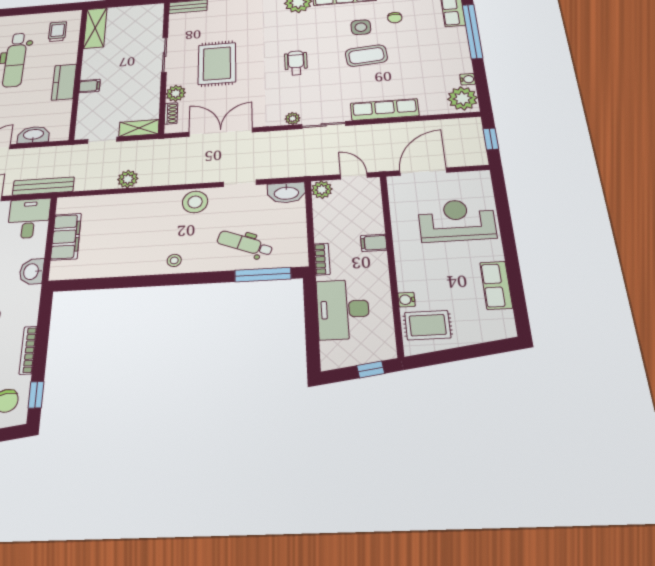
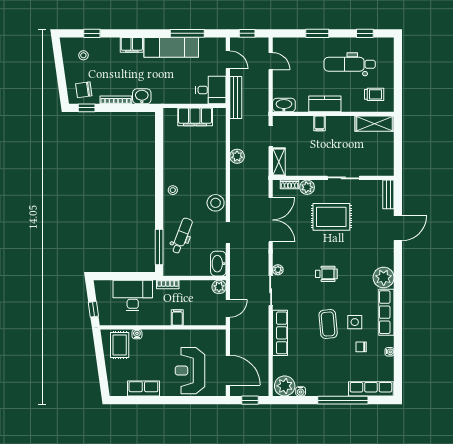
washbasin: (33, 135) -> (284, 105), moved, turned -90
door: (423, 172) -> (228, 370), moved
reception desk: (457, 220) -> (190, 371), turned 180
washbasin: (32, 272) -> (142, 96), moved

